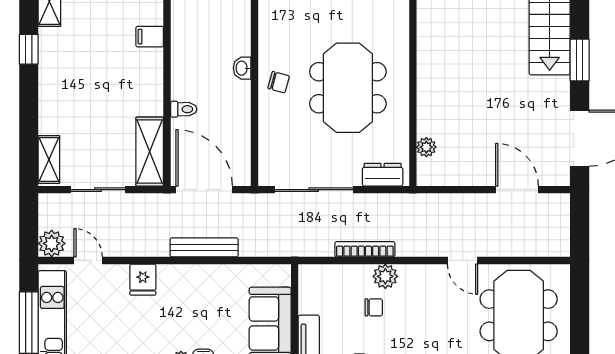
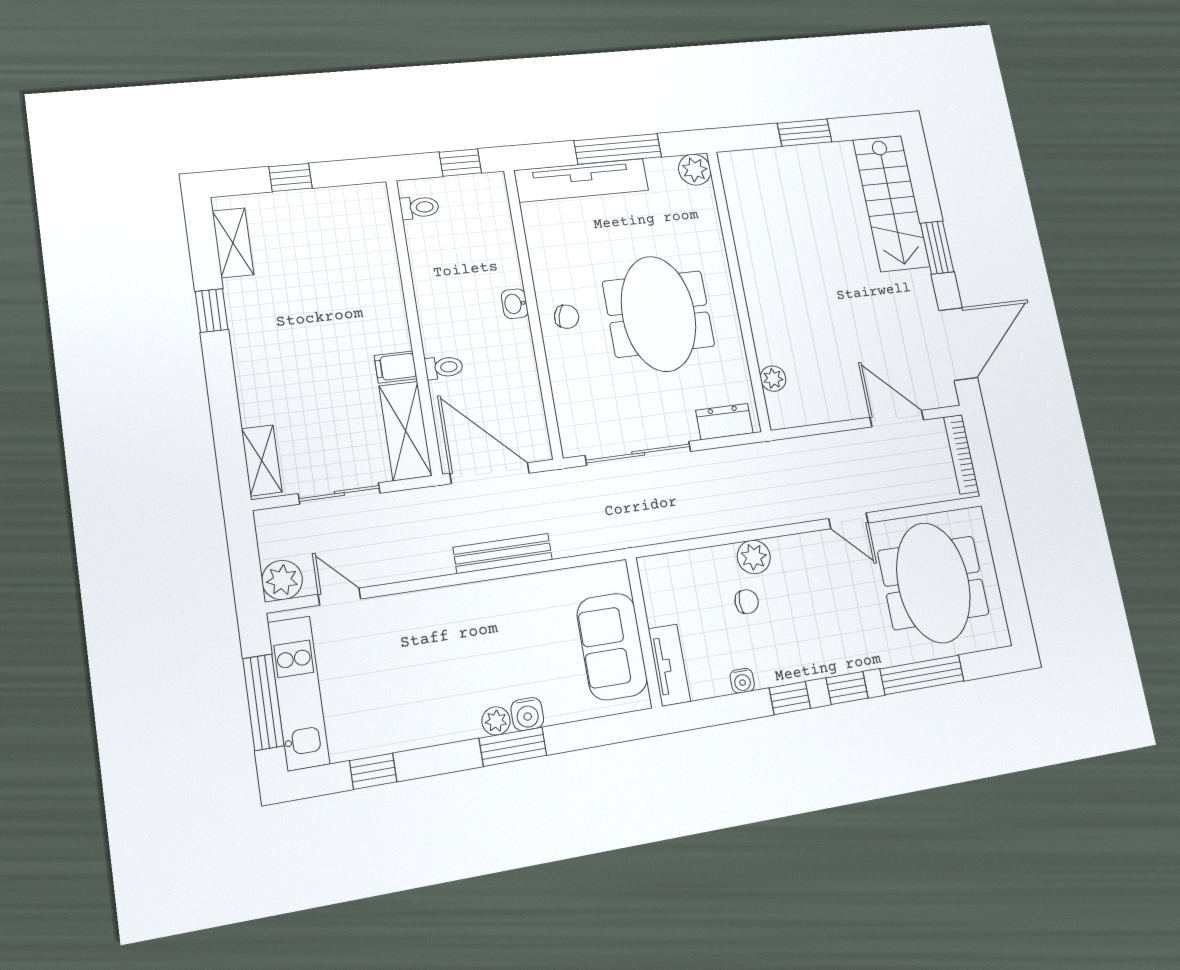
filing cabinet: (150, 37) -> (396, 367), moved
bookcase: (365, 249) -> (961, 454), moved, turned -90
fridge: (143, 280) -> (423, 612), removed

